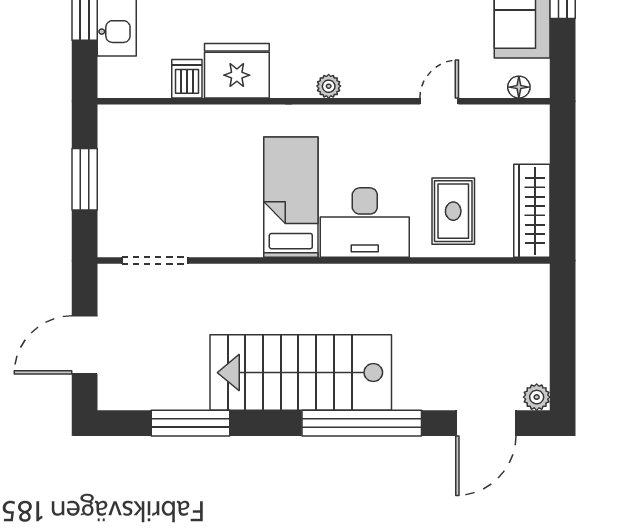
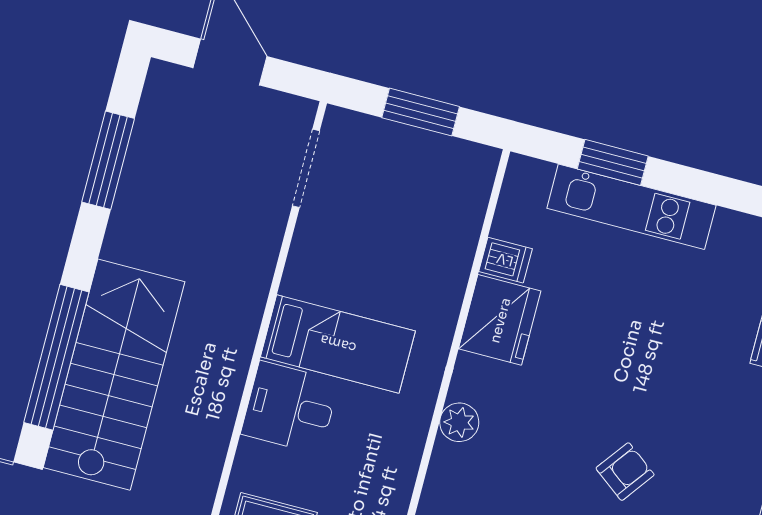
plant: (329, 86) -> (459, 422), width x1.38, depth x1.38
desk: (365, 223) -> (290, 408), width x0.73
stairs: (301, 373) -> (114, 375), moved

